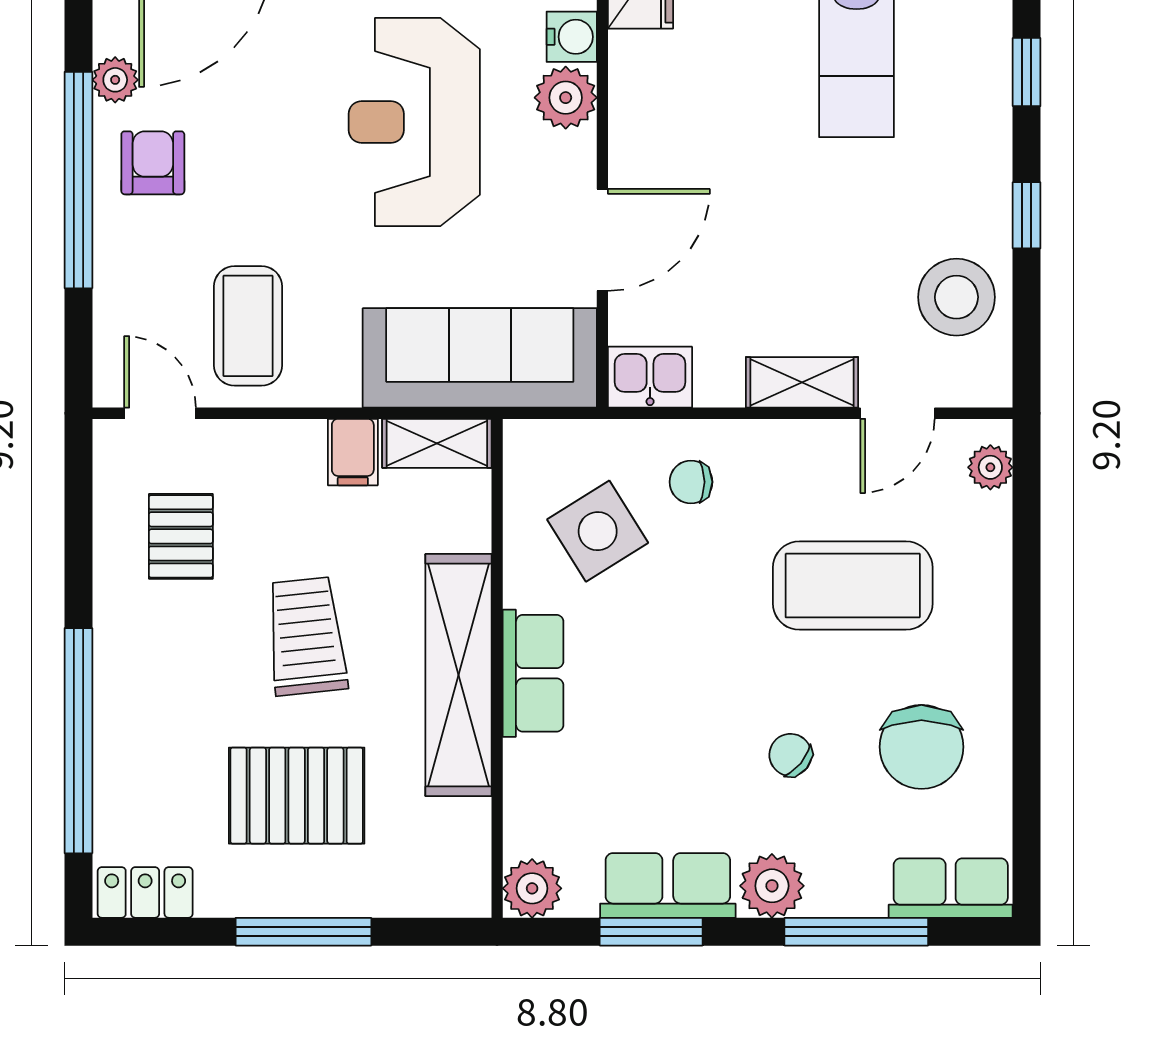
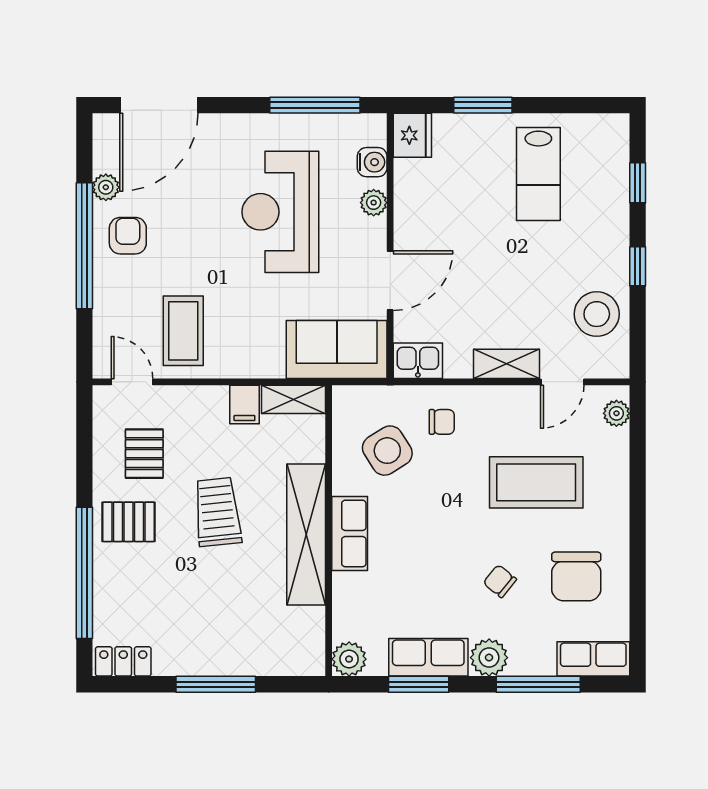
plant: (566, 98) -> (374, 203), width x0.73, depth x0.73
sofa: (480, 358) -> (337, 350), width x0.73
chair: (691, 482) -> (442, 422), turned 180
pallet: (297, 796) -> (129, 522), moved, width x0.67, depth x0.71

